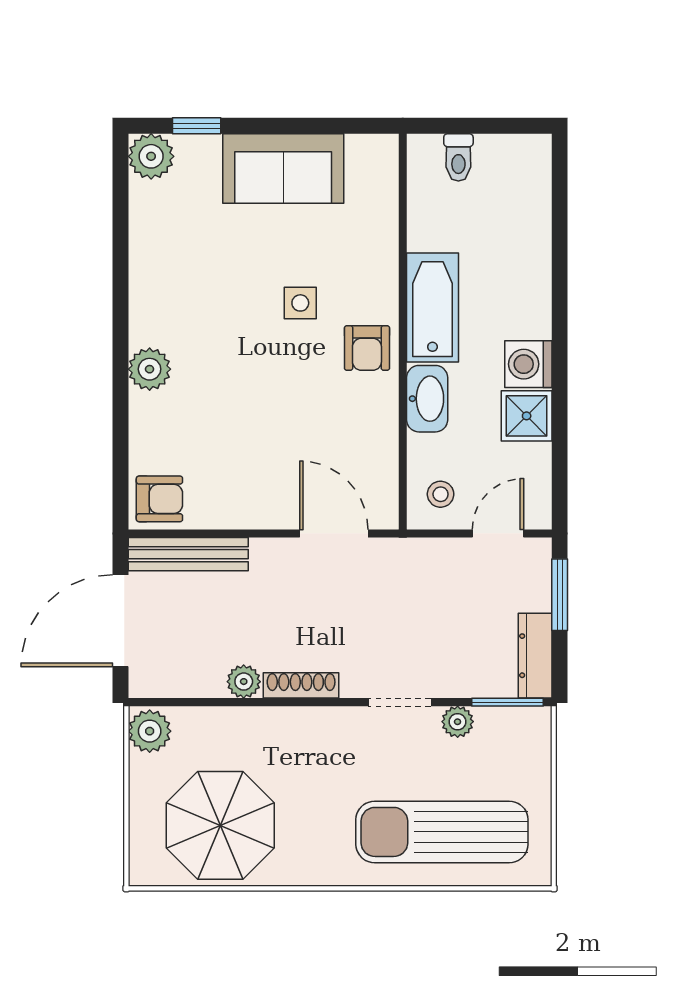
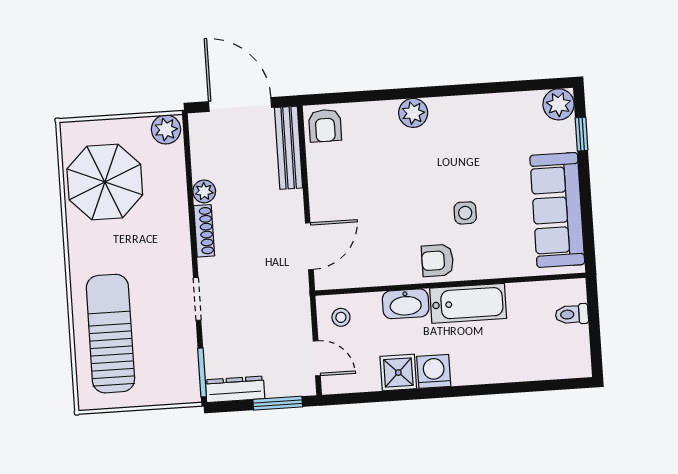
sofa: (283, 168) -> (557, 210), width x1.36
plant: (458, 722) -> (186, 339), removed

